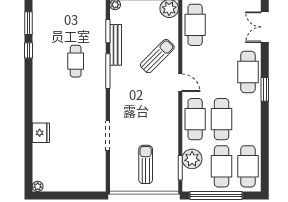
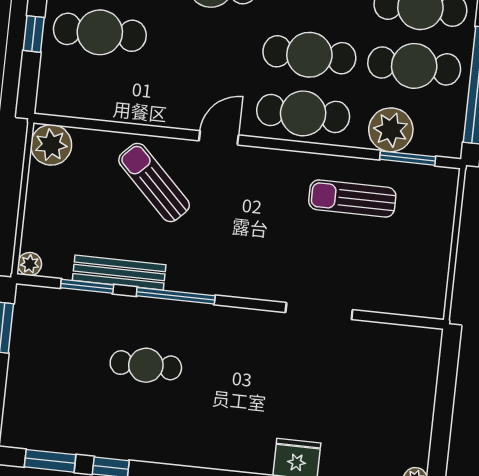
cafe table: (195, 25) -> (100, 32), moved
sun lounger: (146, 164) -> (352, 198), moved

